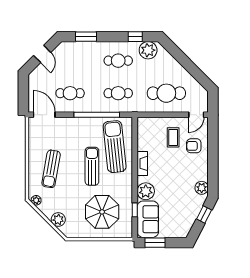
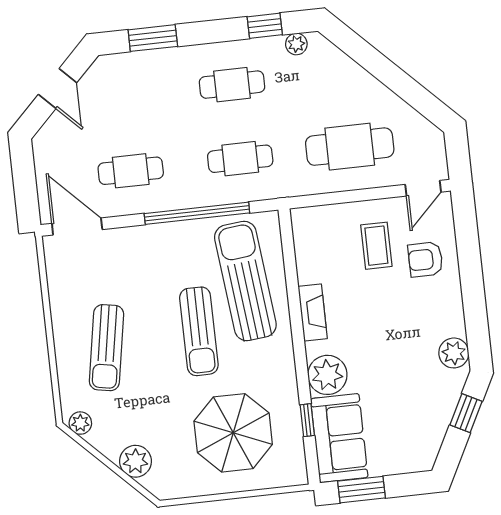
plant: (148, 50) -> (296, 44), width x0.53, depth x0.53
sun lounger: (92, 166) -> (199, 331), turned 180

